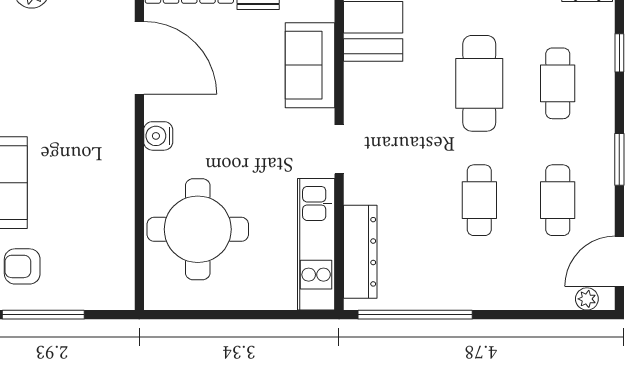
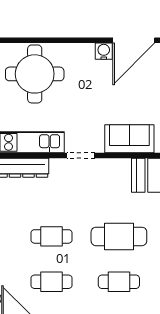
water cooler: (158, 136) -> (104, 51), moved

